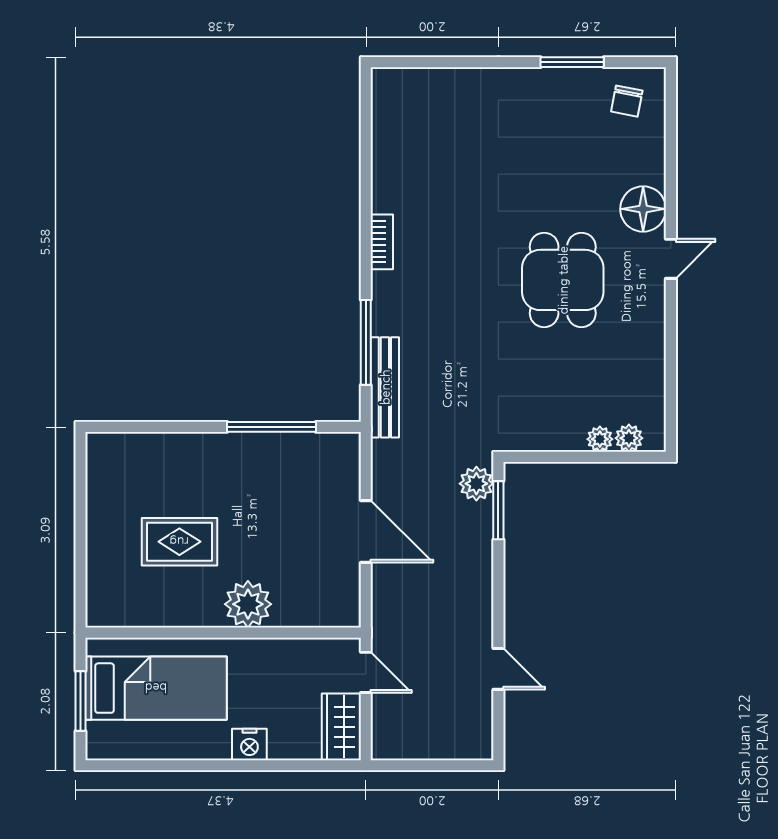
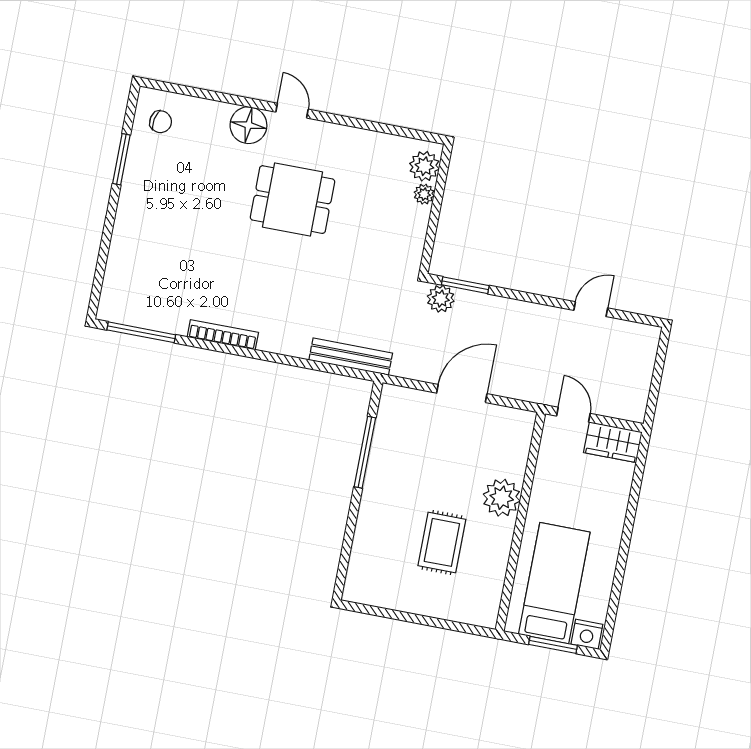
bookcase: (382, 242) -> (223, 335), width x1.56
window: (366, 342) -> (141, 332), moved
plant: (629, 438) -> (424, 166), width x1.38, depth x1.38
door: (366, 672) -> (573, 415), hinge flipped
nightstand: (249, 744) -> (587, 634), moved, turned 90

